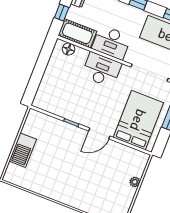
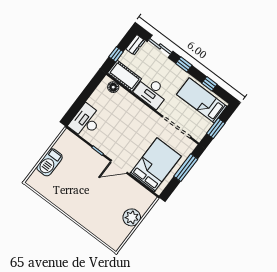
desk: (102, 70) -> (86, 121), moved, turned -90
plant: (135, 182) -> (132, 217), width x1.88, depth x1.88

